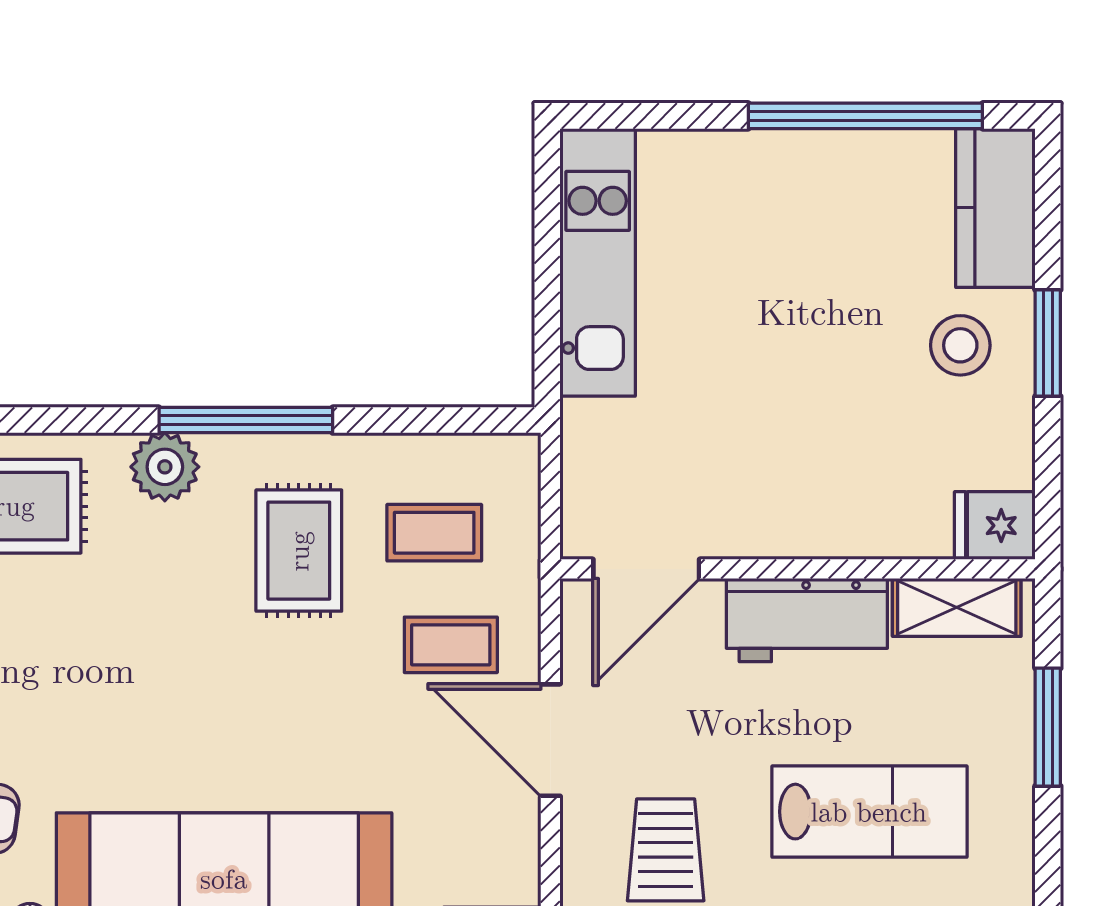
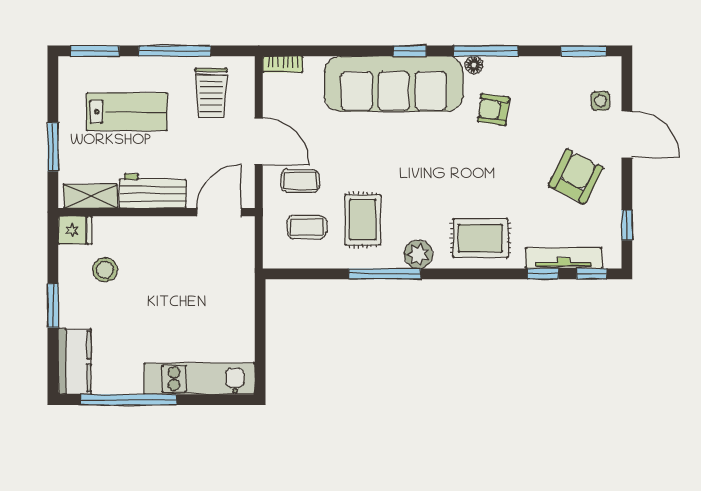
kitchen unit: (598, 262) -> (199, 379), moved, turned 90
stool: (960, 345) -> (105, 270), moved
lab bench: (869, 812) -> (127, 112), turned 180

